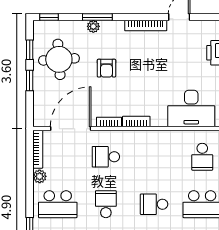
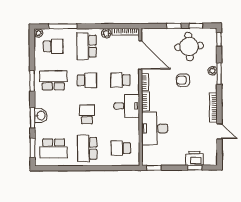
desk: (191, 109) -> (155, 128), moved
desk: (143, 148) -> (127, 106), added
school desk: (106, 157) -> (120, 80), turned -90

